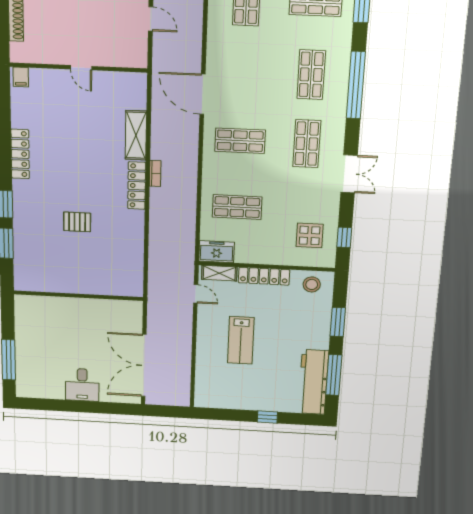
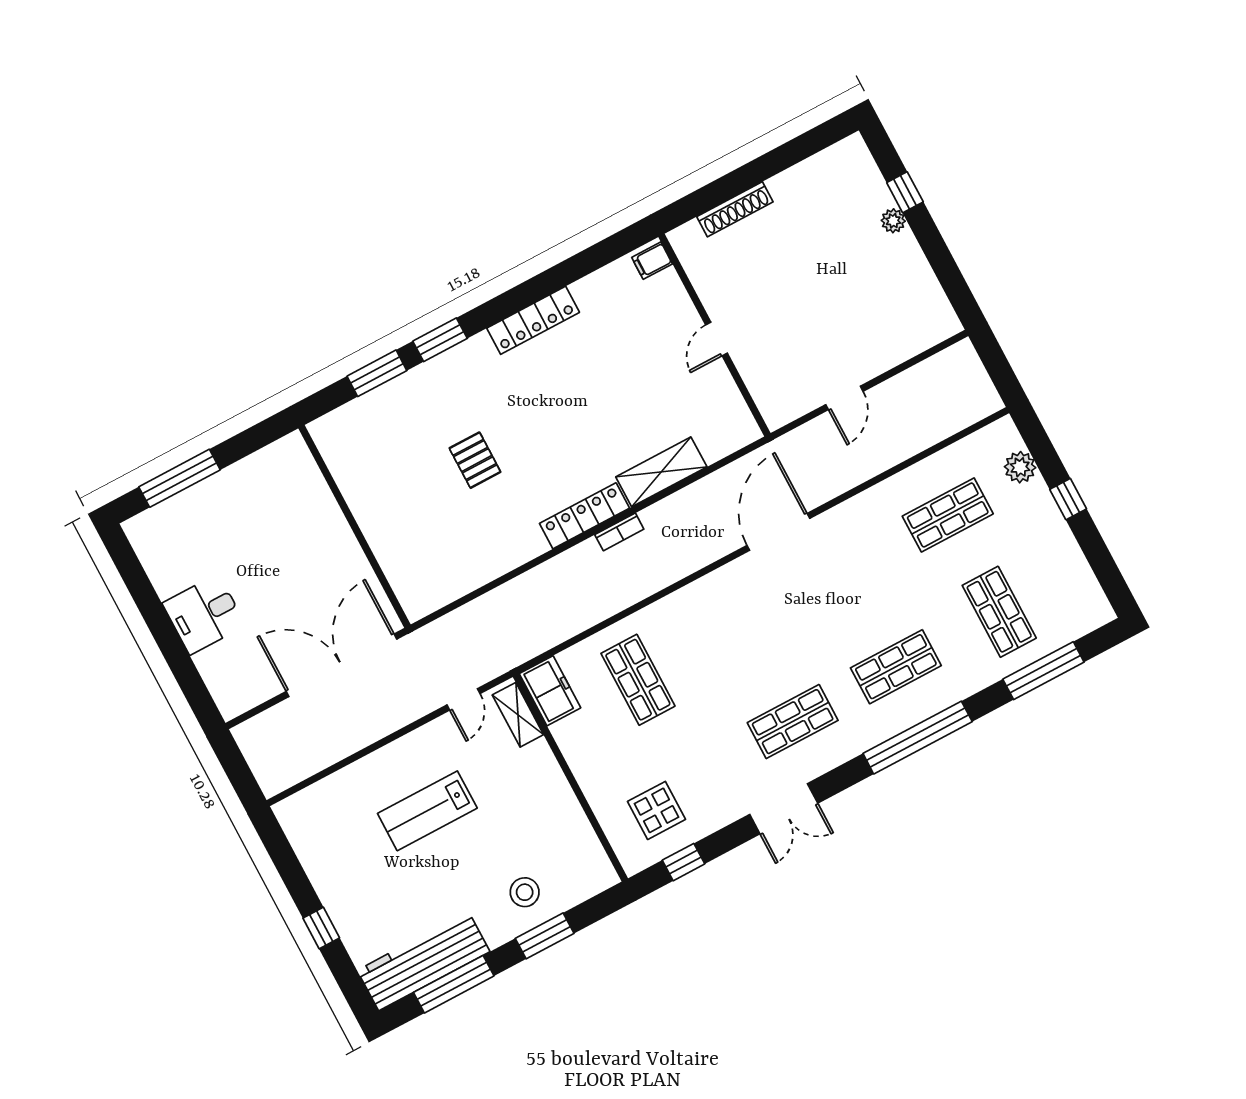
shop shelf: (240, 141) -> (741, 625), removed
locker: (264, 276) -> (553, 783), removed
stool: (312, 284) -> (525, 892), moved
double door: (144, 366) -> (341, 665), moved

